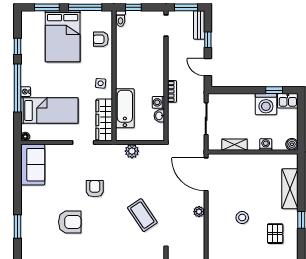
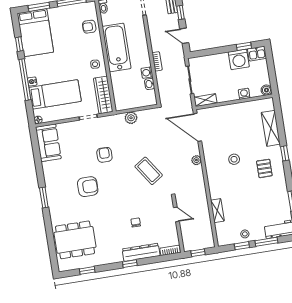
bed: (63, 36) -> (35, 33), moved
bathtub: (125, 108) -> (117, 47), moved, width x1.36, depth x1.36
shelving: (234, 145) -> (206, 100), moved

